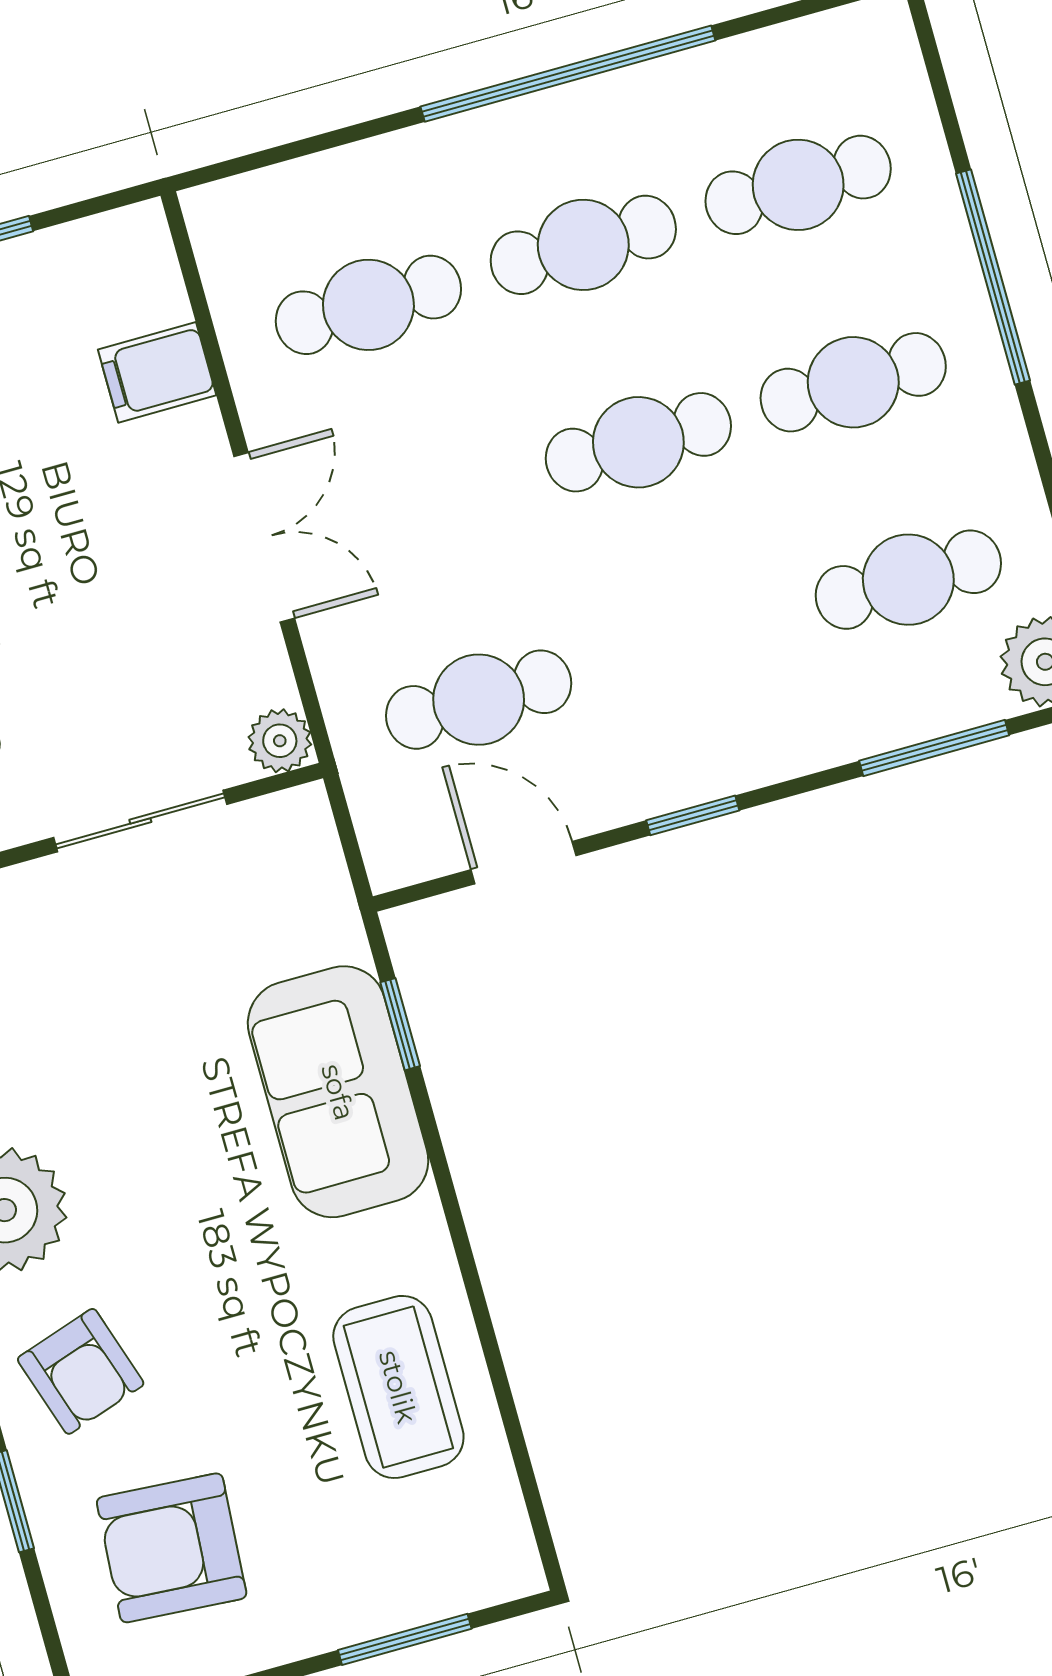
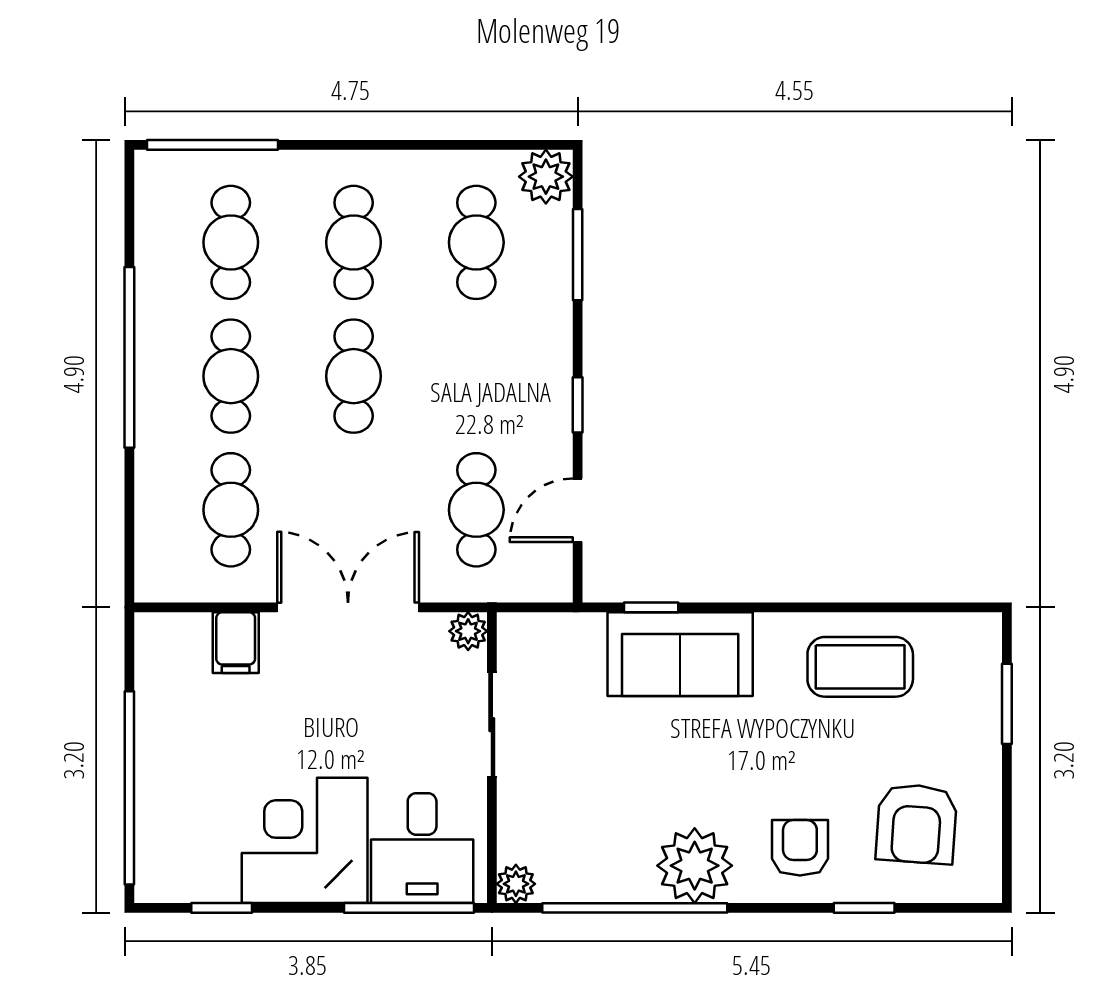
window: (993, 277) -> (213, 145), moved
double door: (264, 537) -> (348, 607), width x1.37
armchair: (81, 1371) -> (800, 848), turned -72

